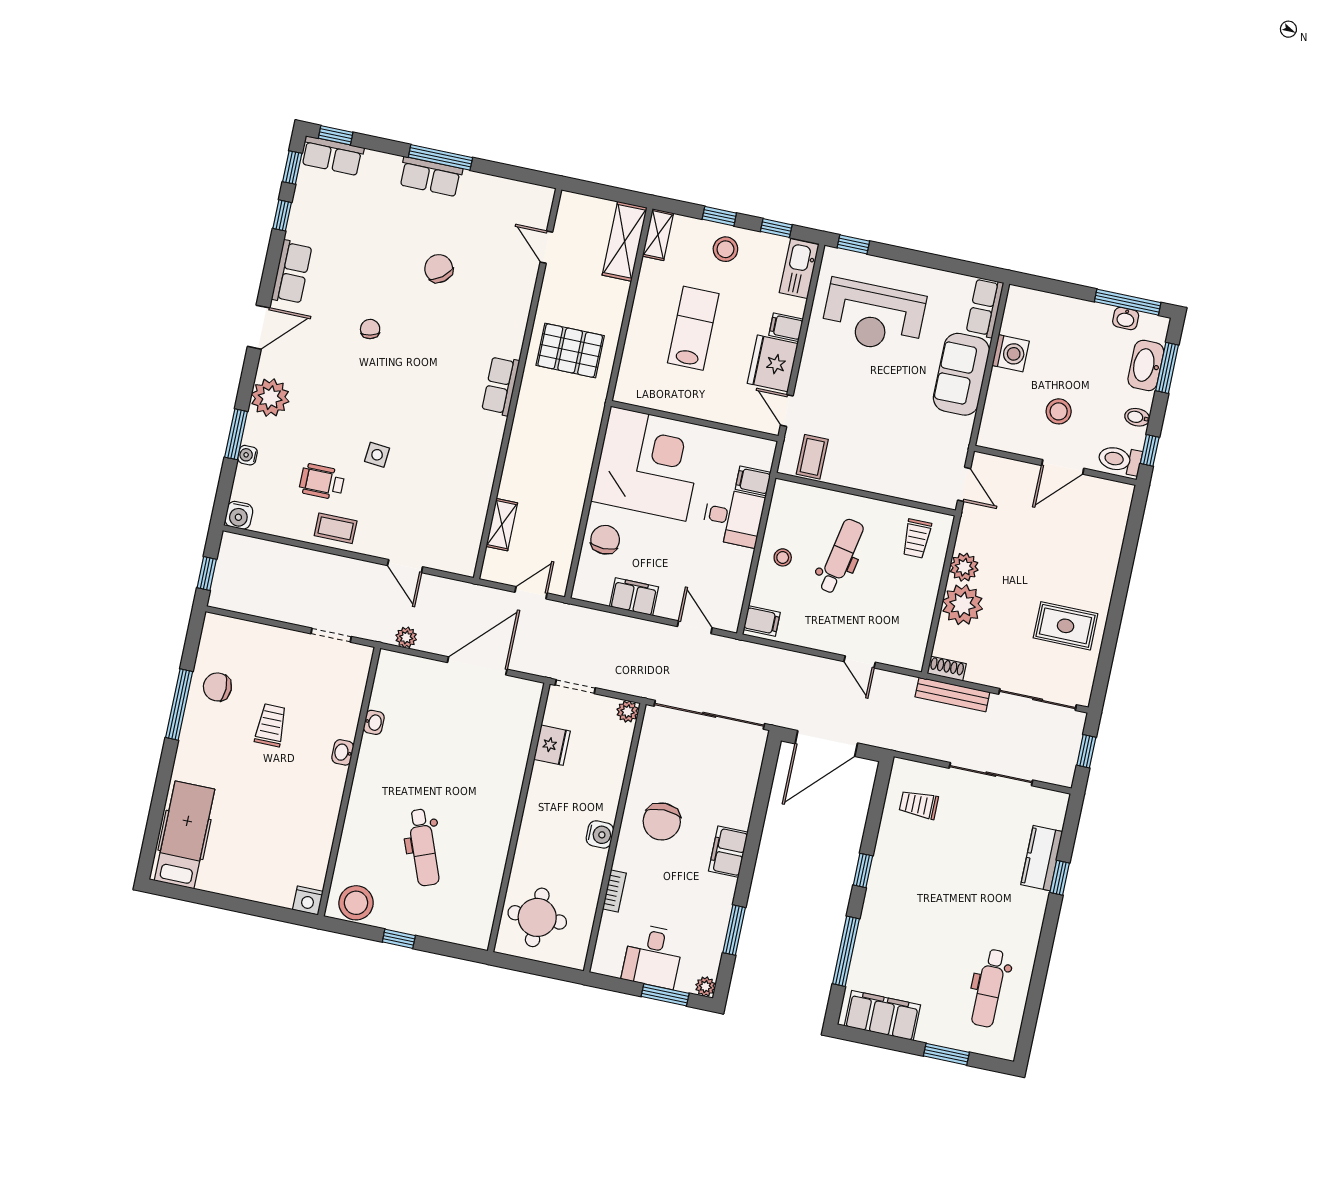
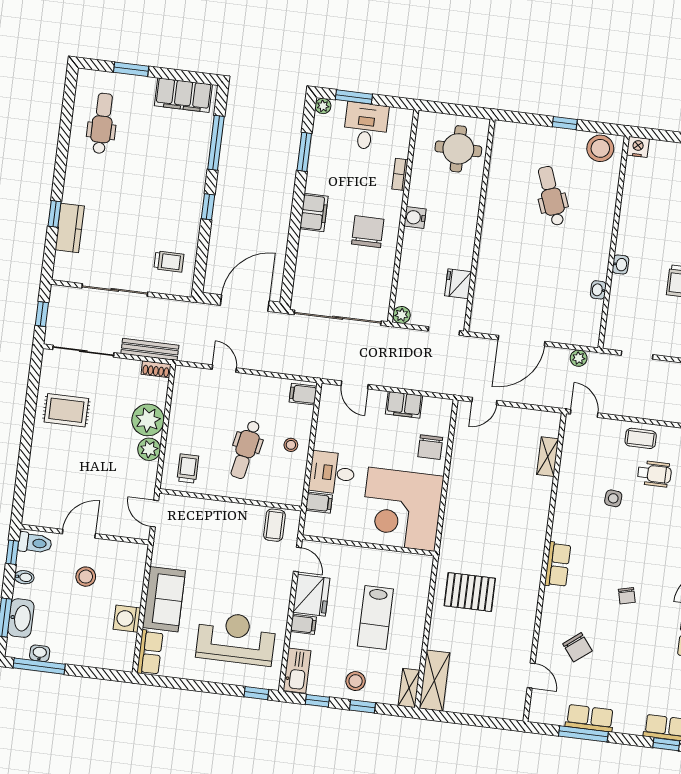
door: (546, 247) -> (531, 675), moved
wall: (518, 384) -> (545, 567), moved
row of seats: (501, 386) -> (558, 565), moved
shelving: (502, 525) -> (548, 457), moved

